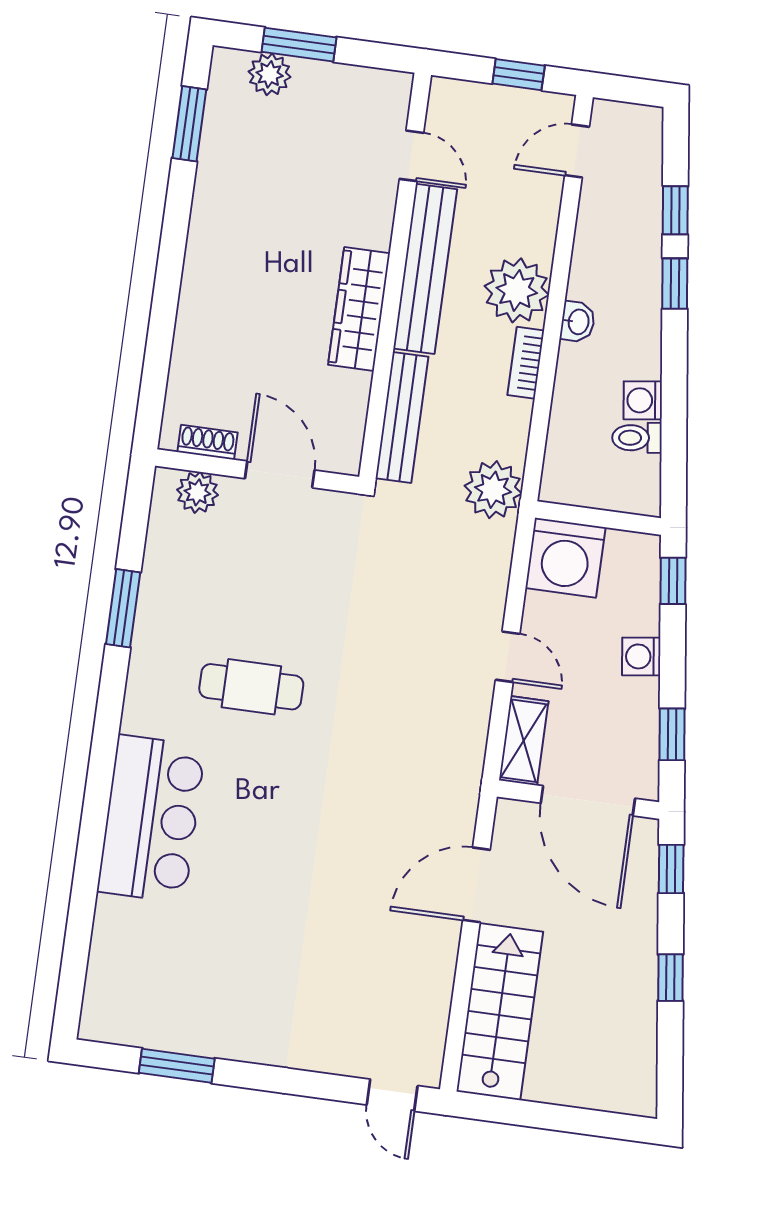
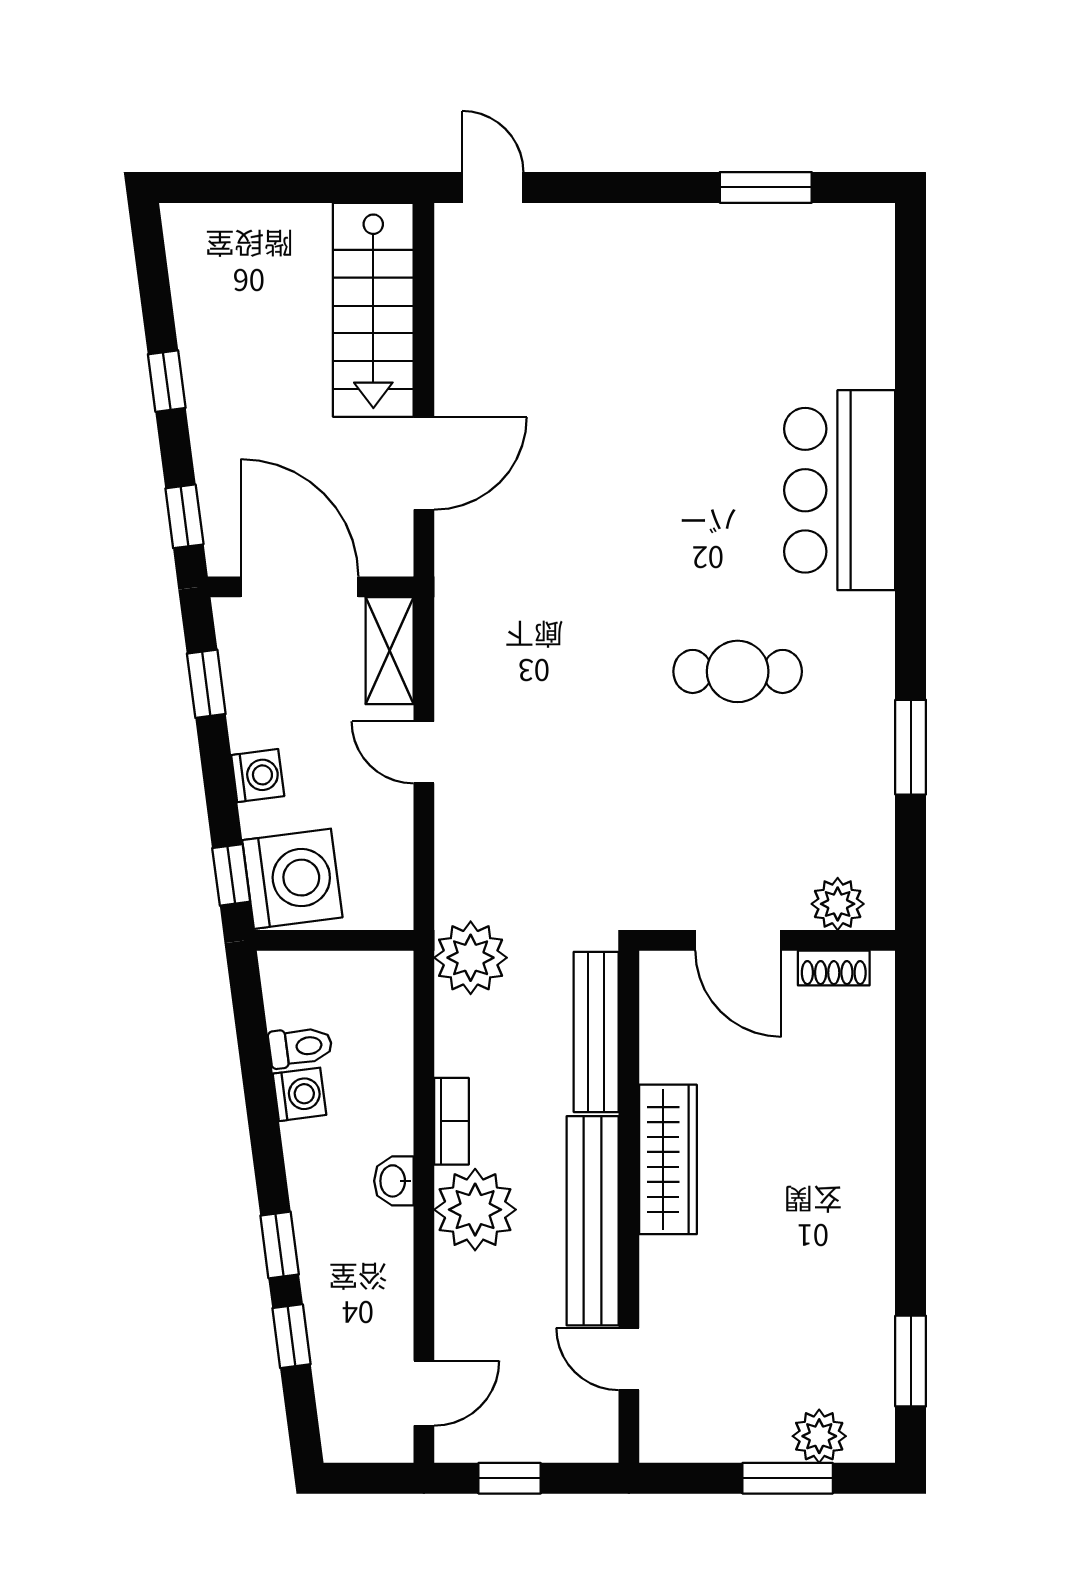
washing machine: (565, 558) -> (292, 879), moved, turned 83

